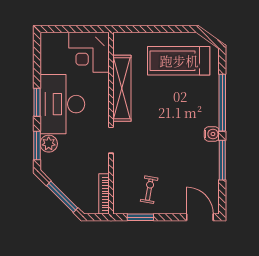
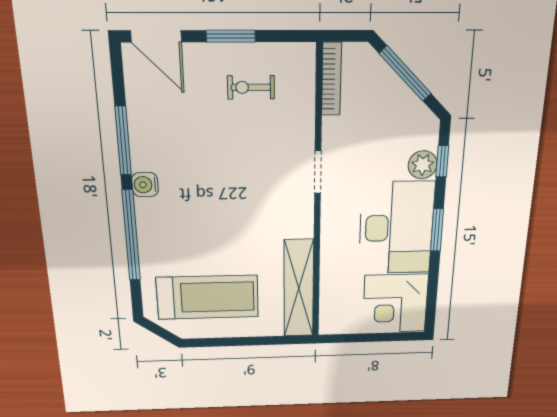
corner desk: (89, 52) -> (395, 303), moved, turned 180
shelving: (122, 88) -> (299, 288), moved
window: (37, 146) -> (442, 161), width x0.67
exercise bike: (149, 190) -> (251, 87), turned 80
window: (140, 217) -> (231, 36), moved

